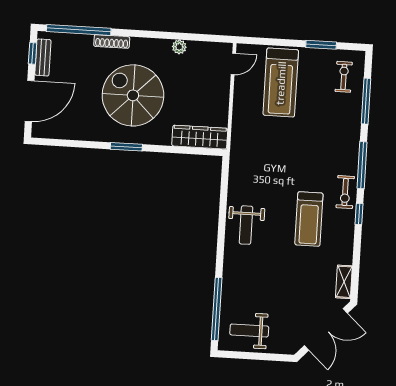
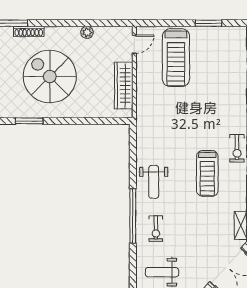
exercise bike: (344, 77) -> (156, 229), moved, turned 180
wardrobe: (200, 137) -> (124, 86), moved, turned -90
window: (126, 147) -> (29, 121), moved
window: (217, 309) -> (133, 216), moved

